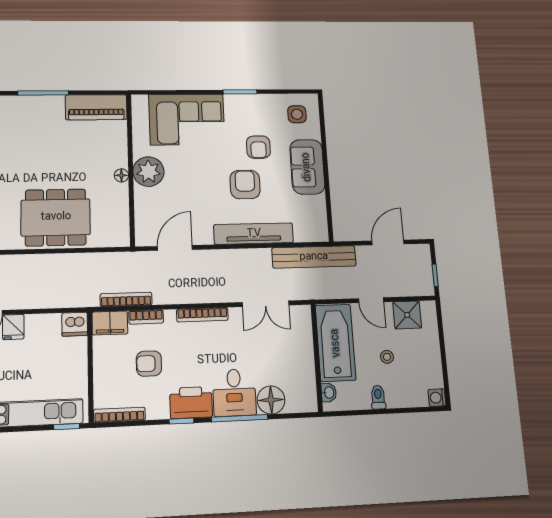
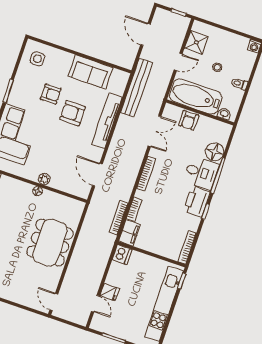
sofa: (307, 167) -> (90, 72), moved
plant: (148, 172) -> (44, 179), width x0.53, depth x0.53
armchair: (149, 364) -> (189, 120), moved

